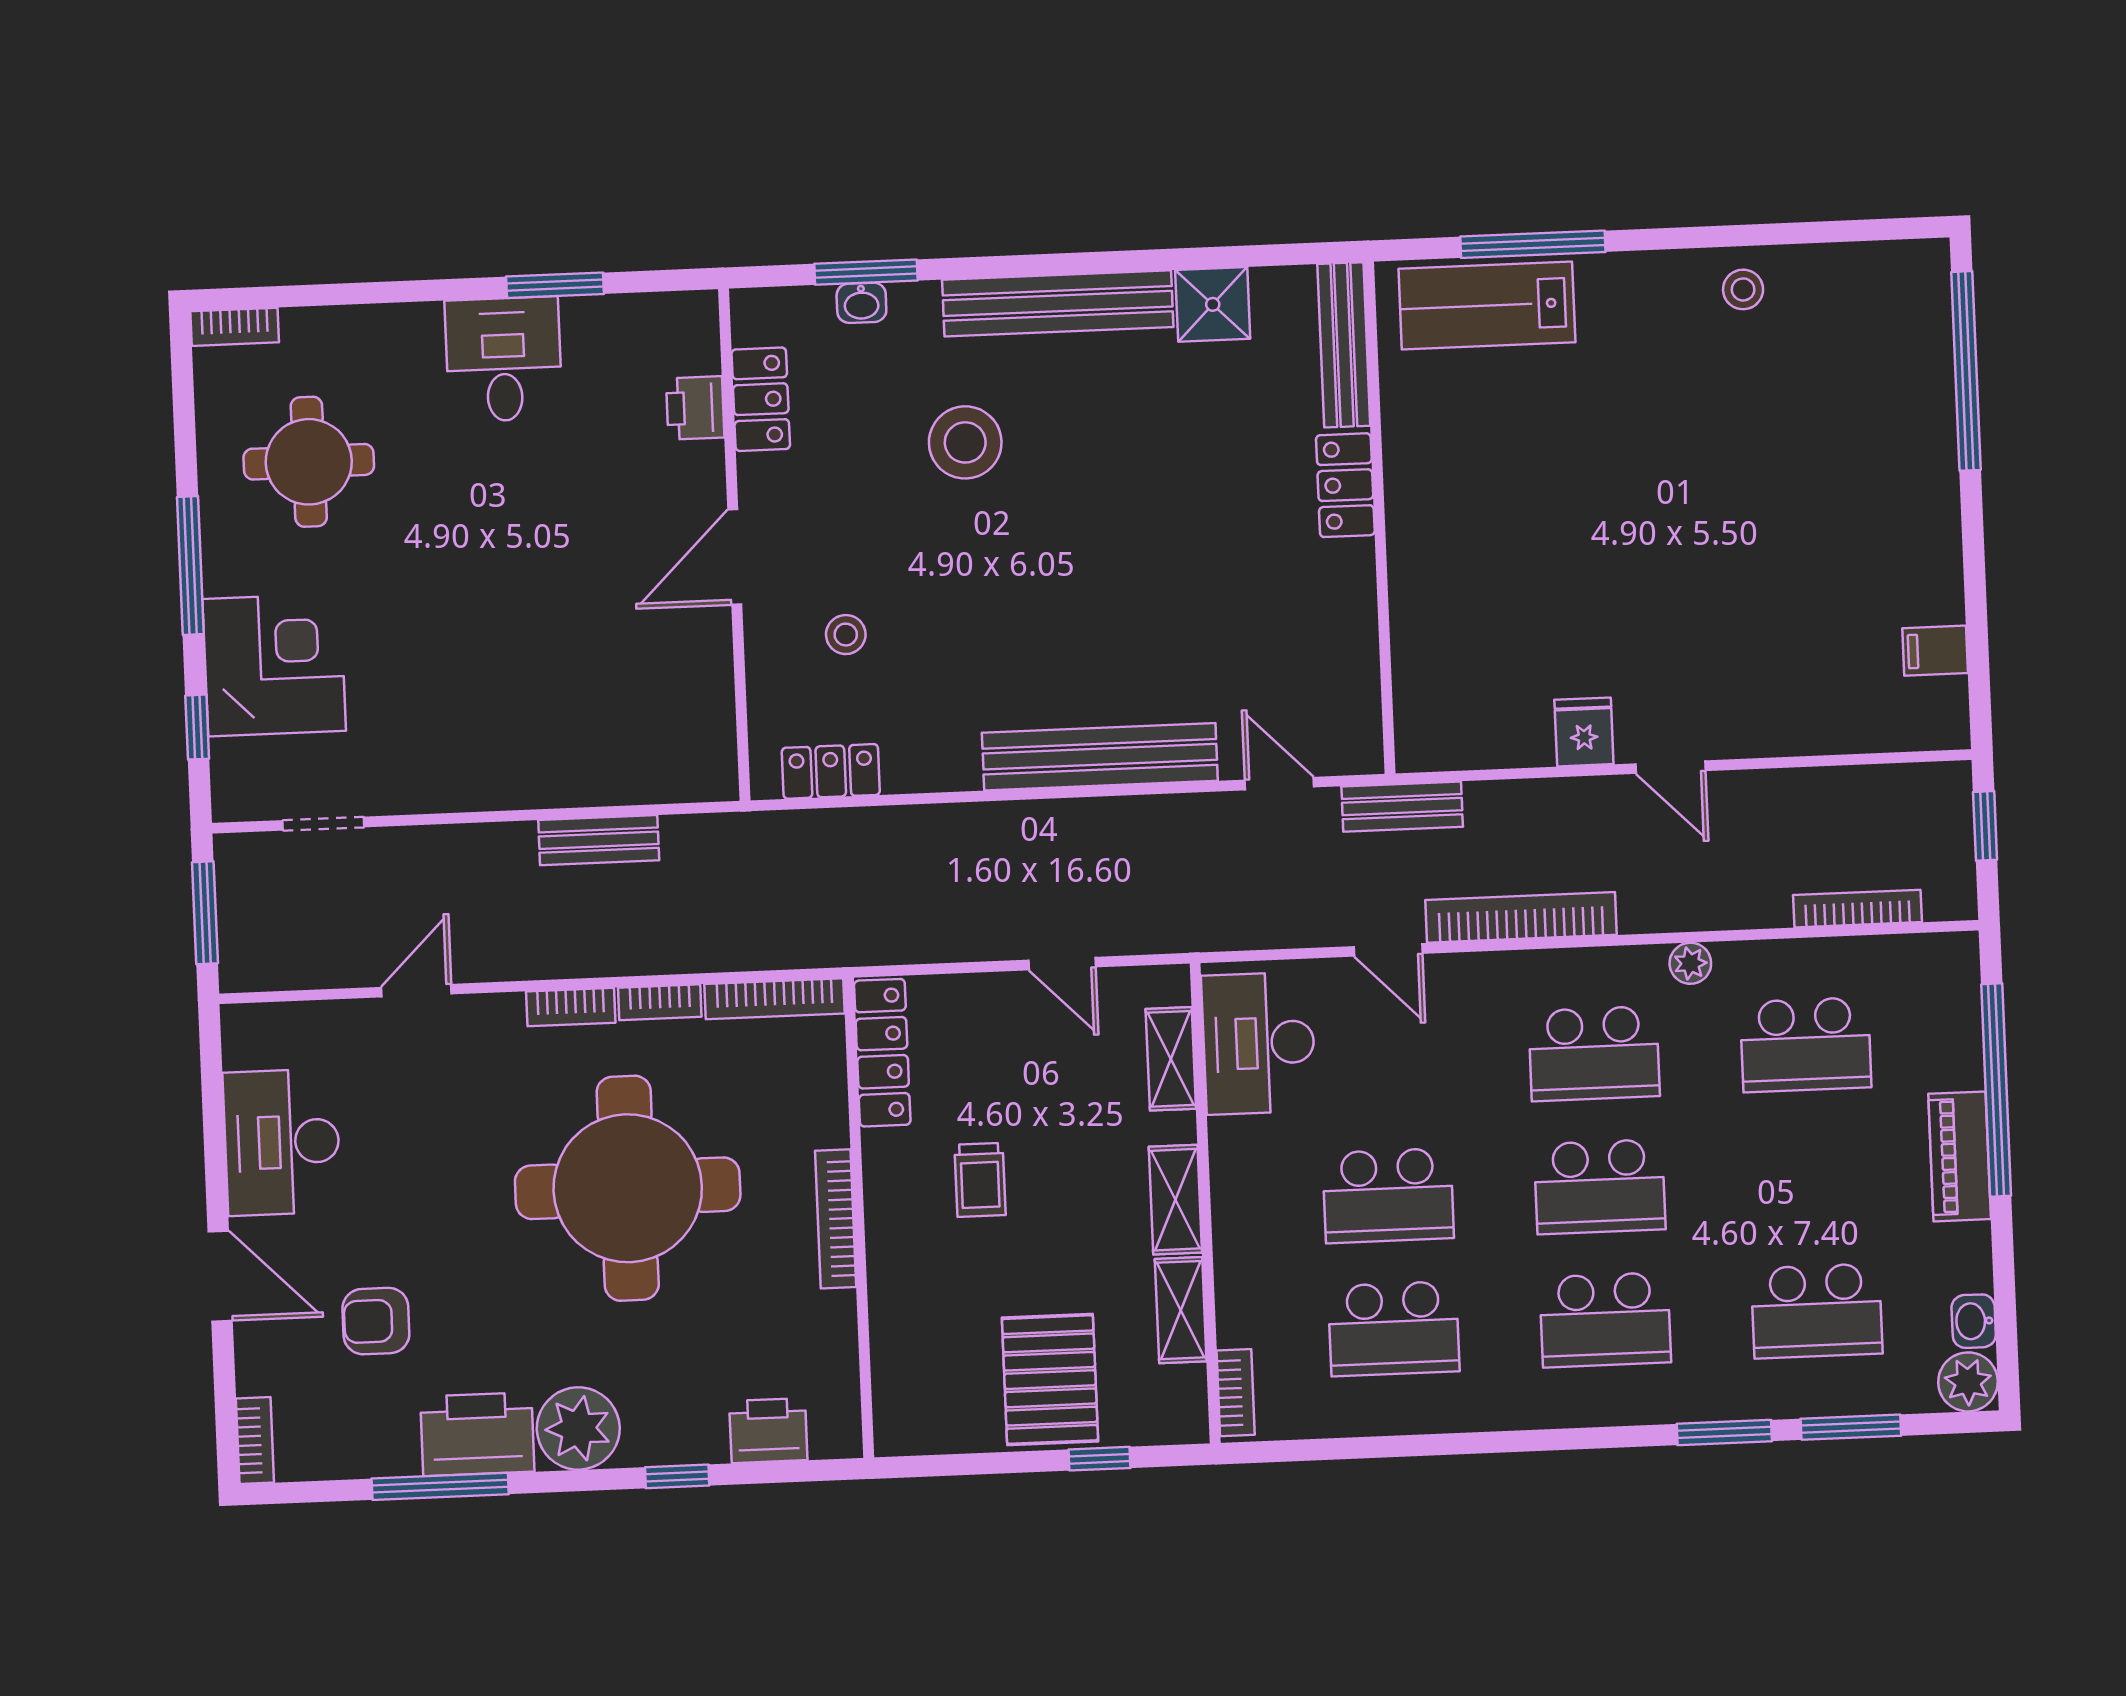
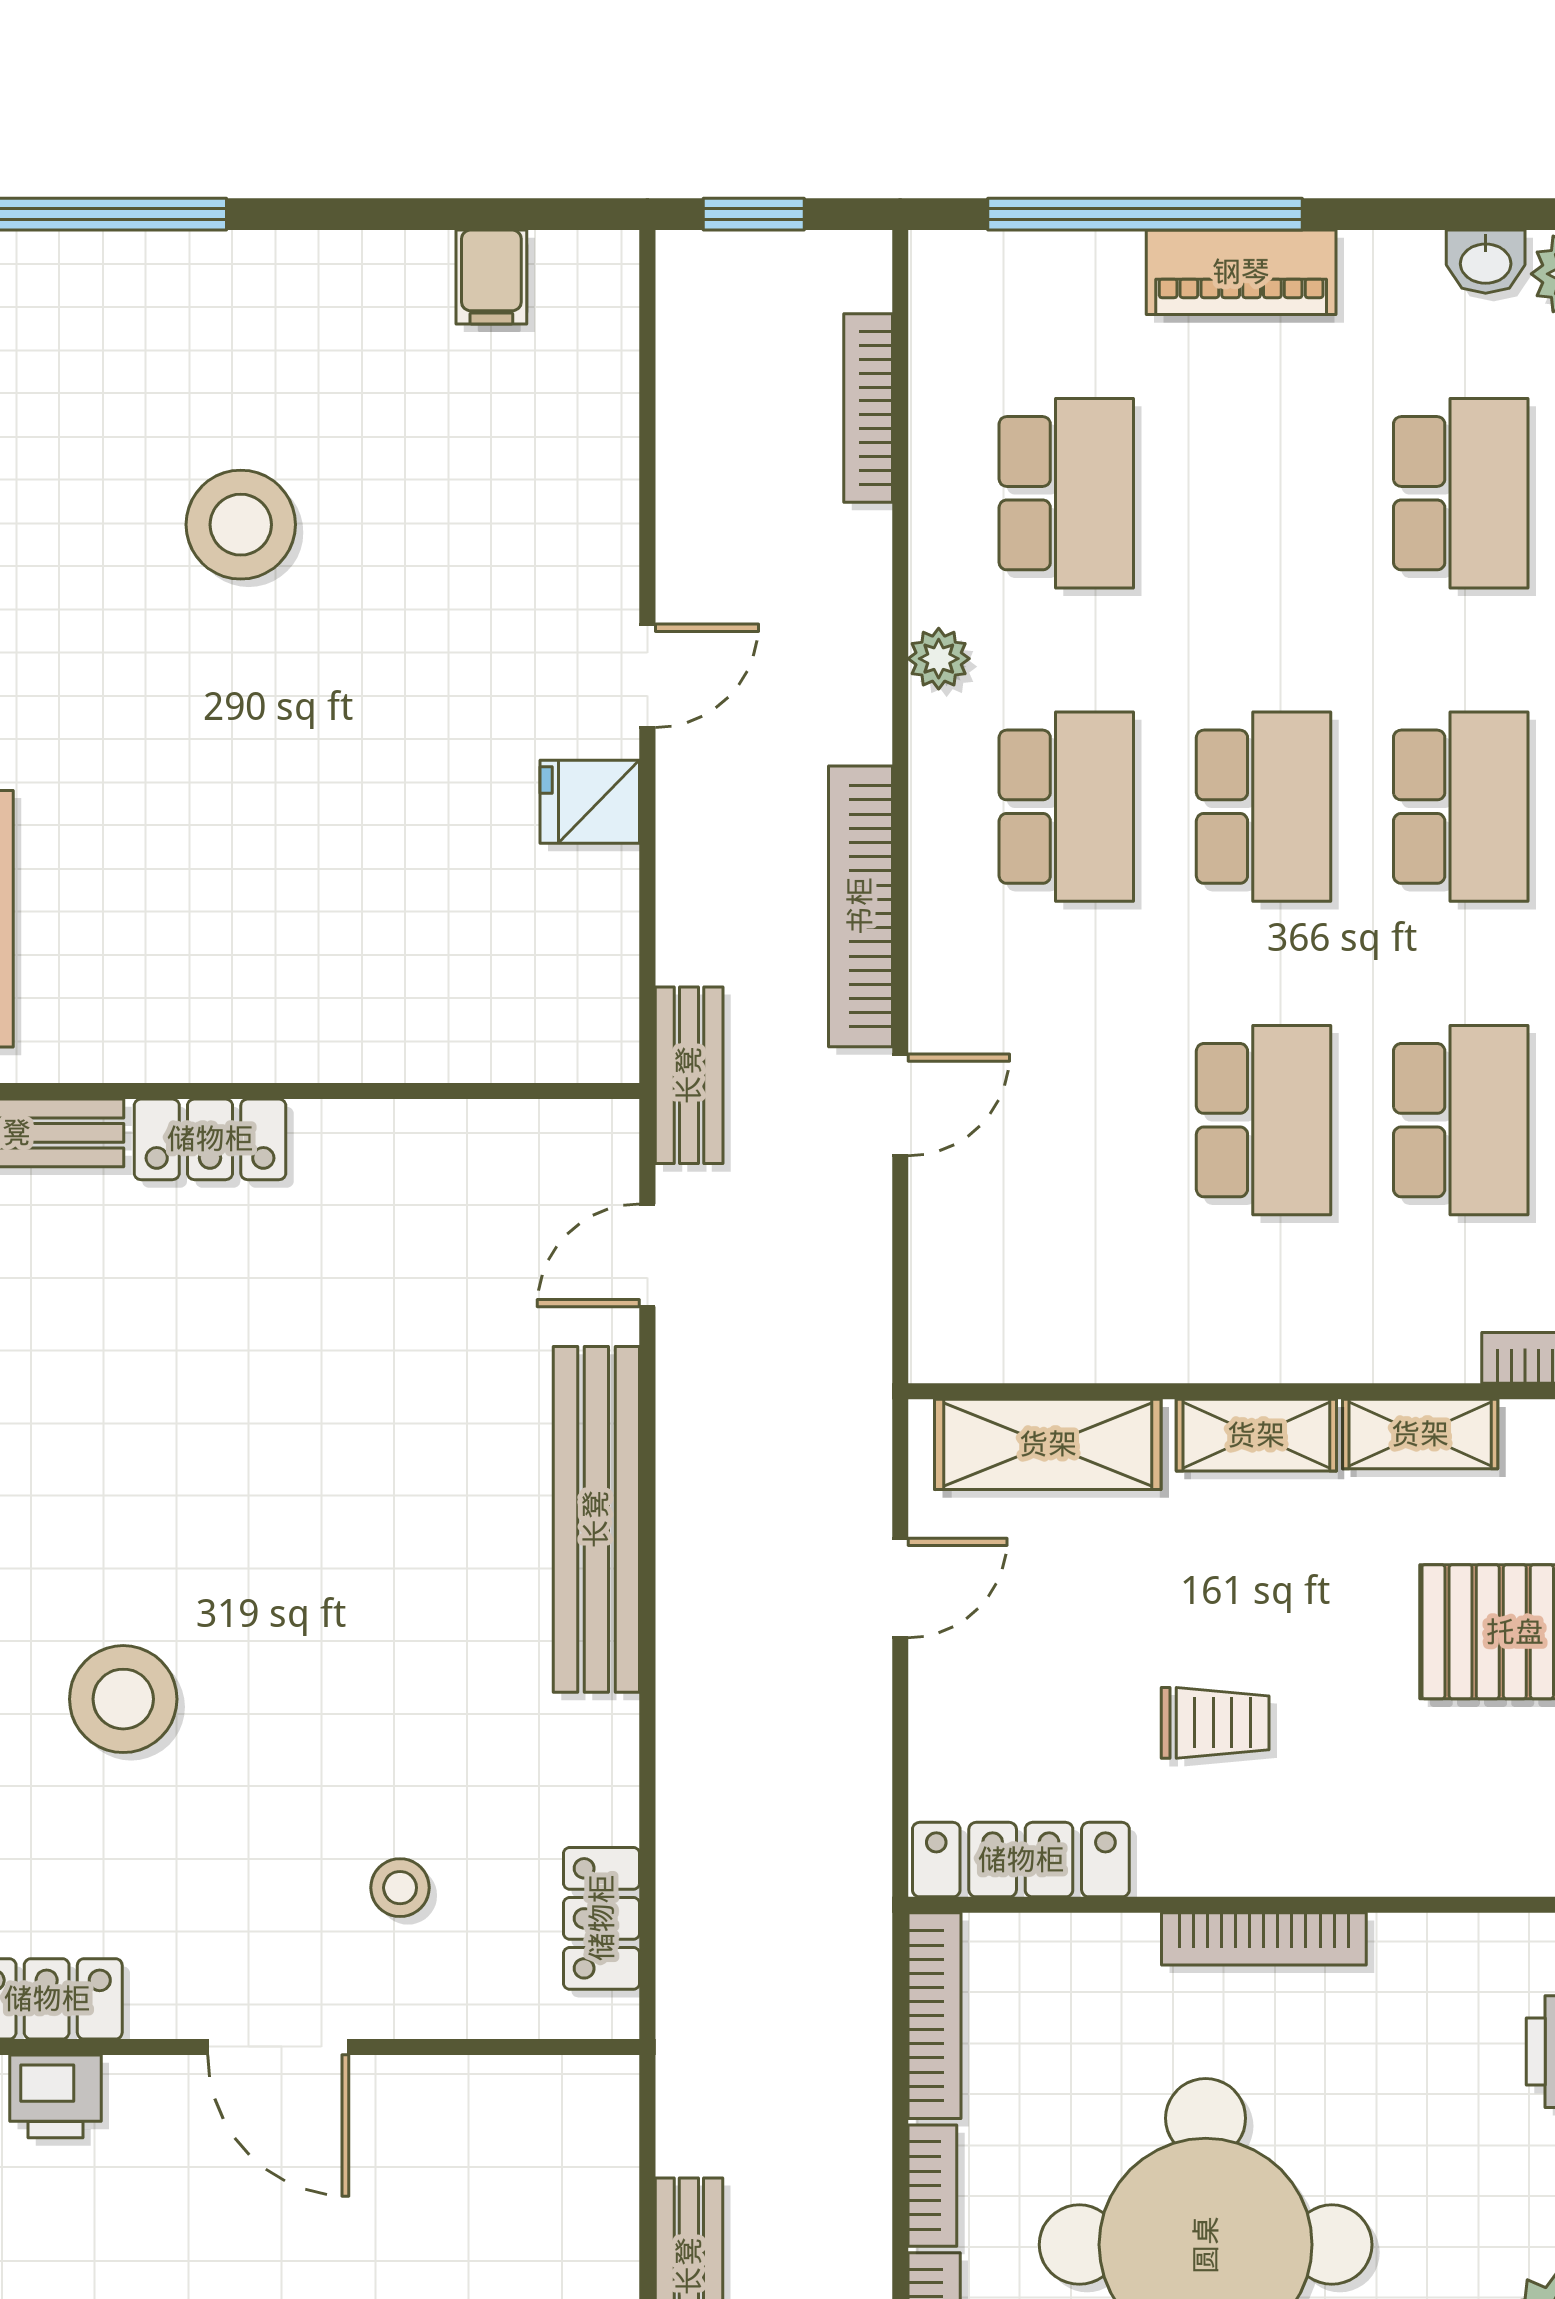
stool: (1761, 489) -> (241, 525), added
desk: (1259, 1043) -> (1030, 1302), removed
shelving: (1171, 1059) -> (1048, 1444), width x1.50, depth x1.33

